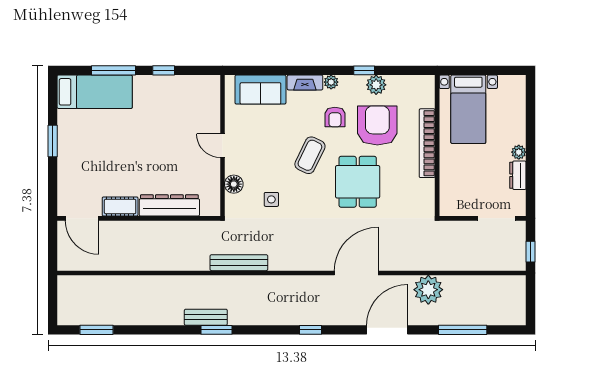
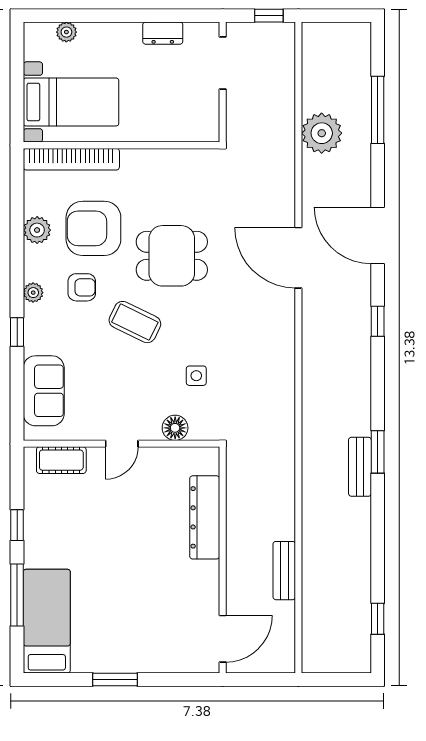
window: (364, 70) -> (17, 332), moved
fireplace: (305, 82) -> (34, 329), removed
bookcase: (427, 143) -> (71, 159), moved
plant: (519, 152) -> (66, 32), moved
cot: (120, 206) -> (61, 460), moved, turned 90
bench: (239, 263) -> (284, 571), moved, width x0.73
plant: (428, 290) -> (322, 133), moved
window: (96, 330) -> (378, 619), width x0.67
door: (387, 330) -> (378, 235), moved

